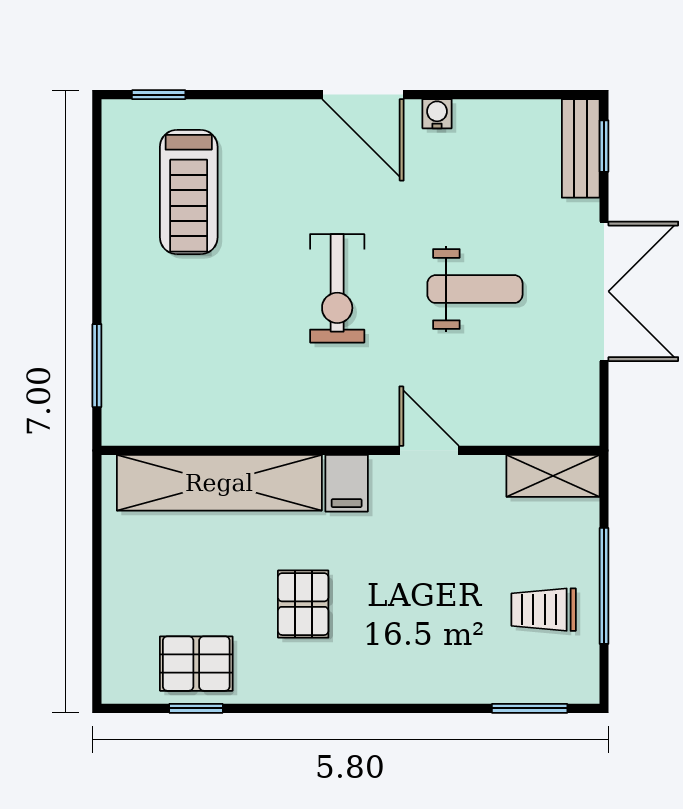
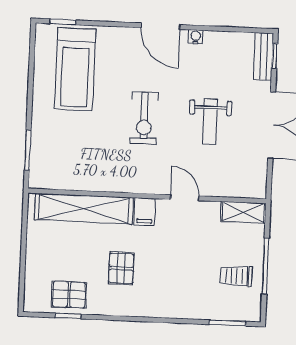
treadmill: (189, 192) -> (75, 69), width x1.37, depth x1.38
weight bench: (475, 289) -> (210, 121), turned 90

